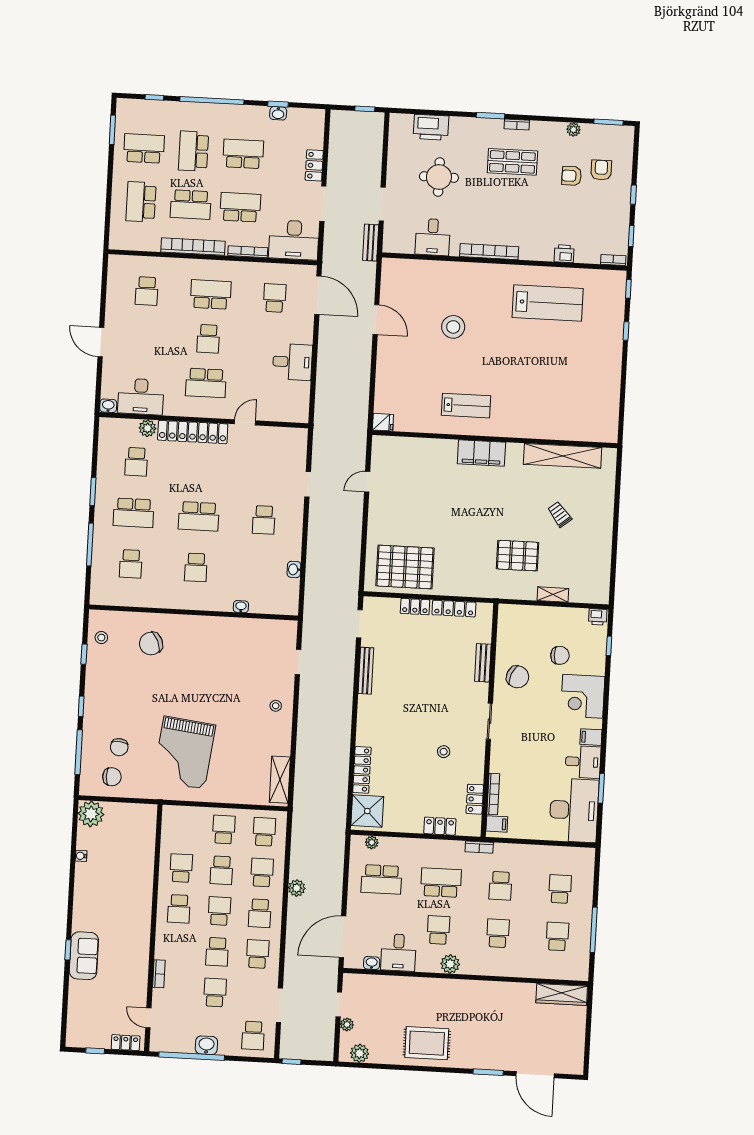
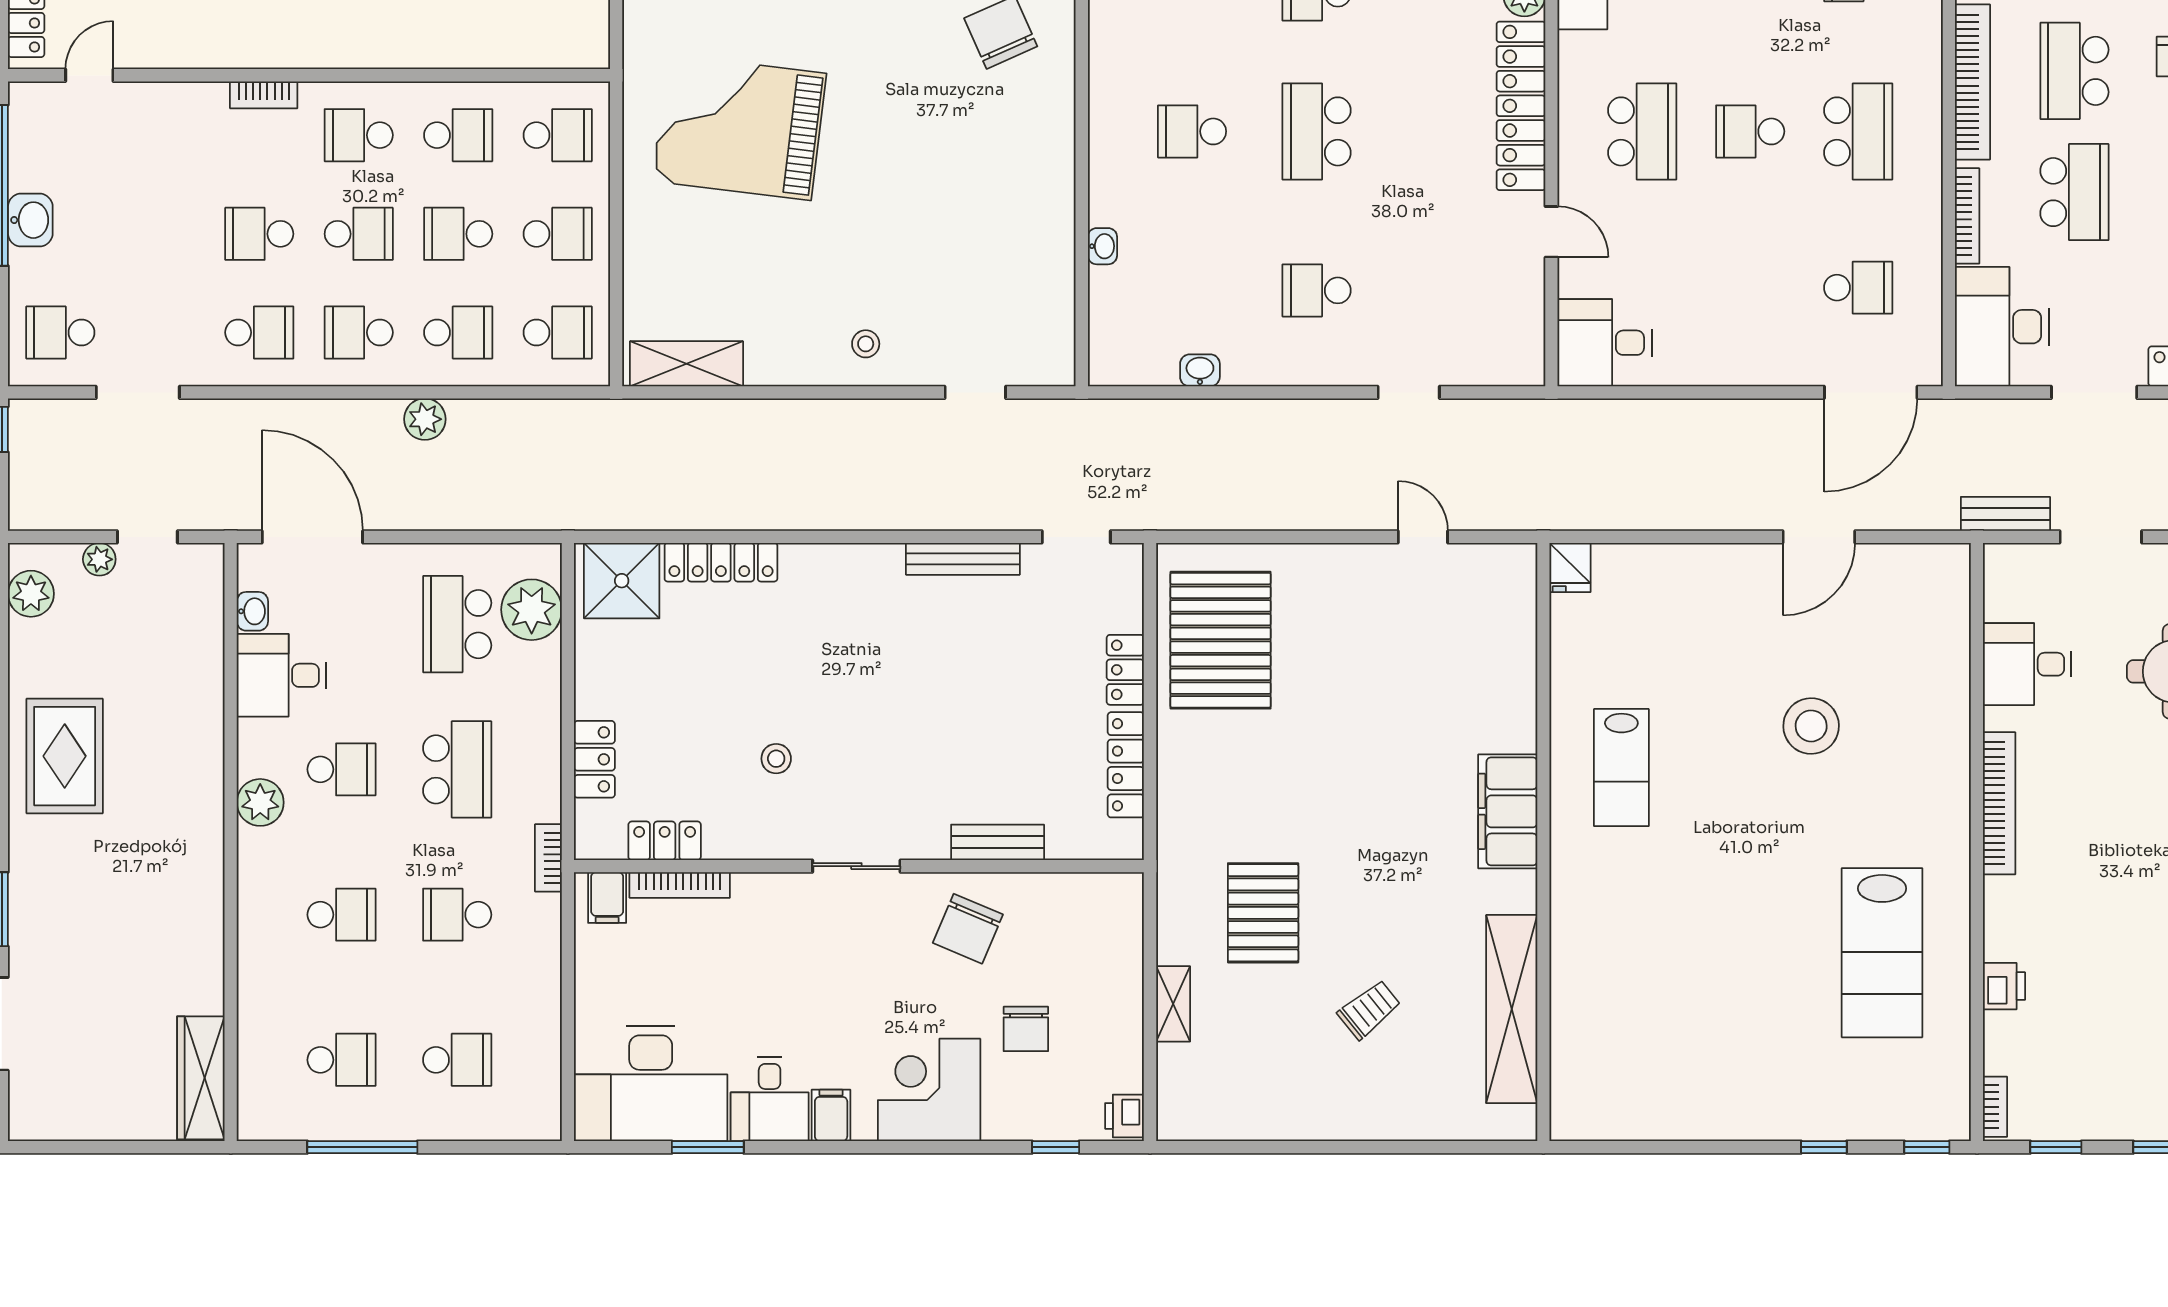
desk: (292, 362) -> (1605, 343), moved, turned 90
school desk: (206, 383) -> (1642, 131), turned 180
plant: (372, 842) -> (532, 610), width x1.88, depth x1.88
bookcase: (159, 974) -> (264, 95), moved
school desk: (215, 993) -> (558, 135), moved

